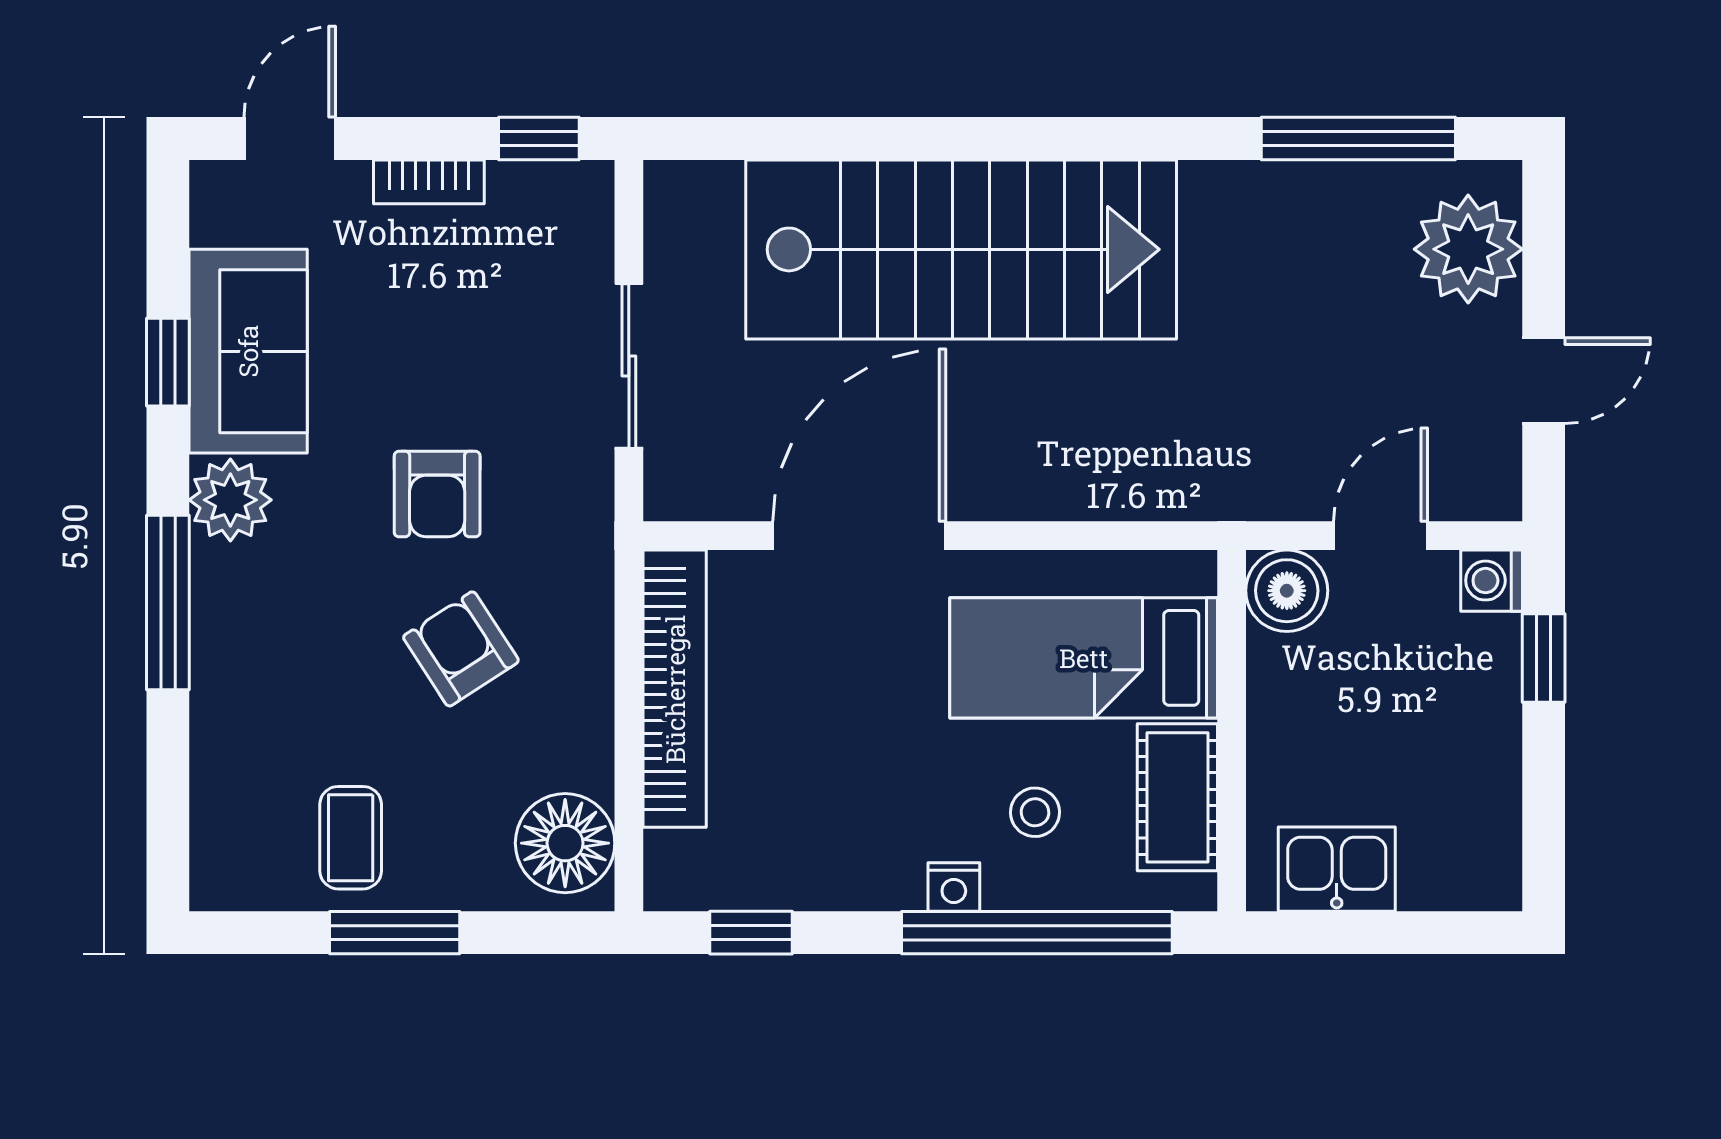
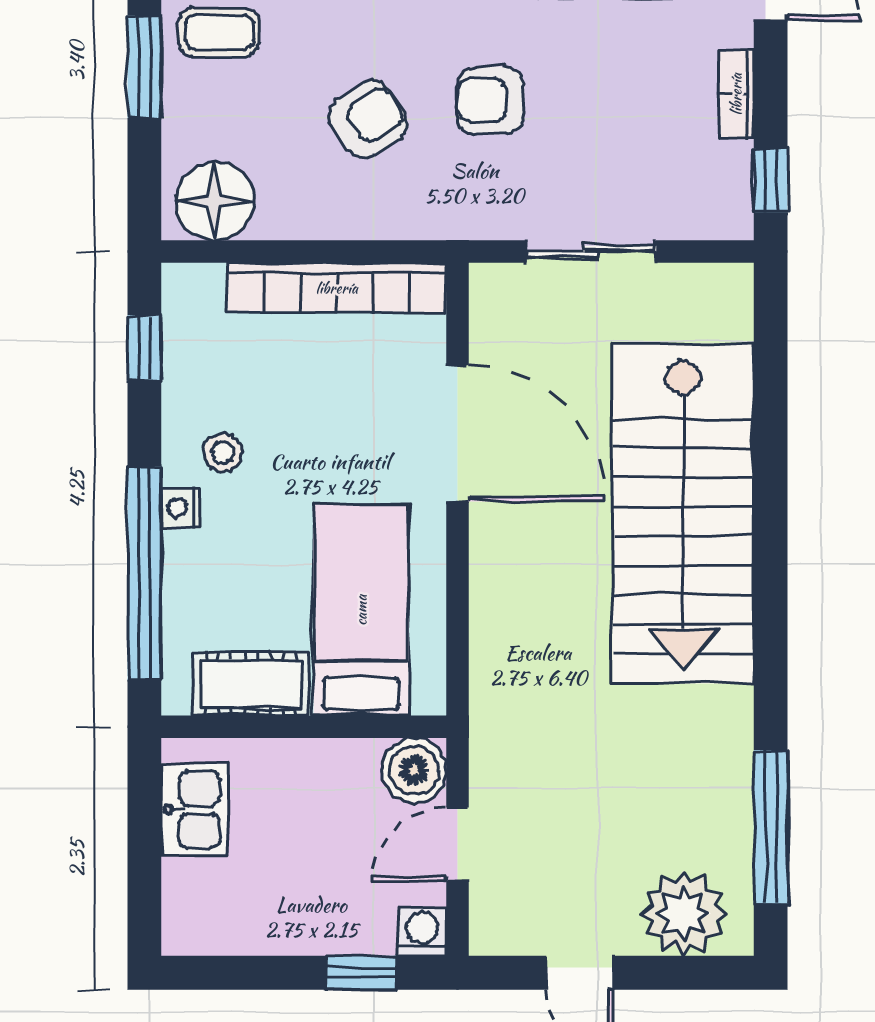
door: (1381, 536) -> (458, 844), swing flipped
stool: (1035, 812) -> (223, 452), moved

